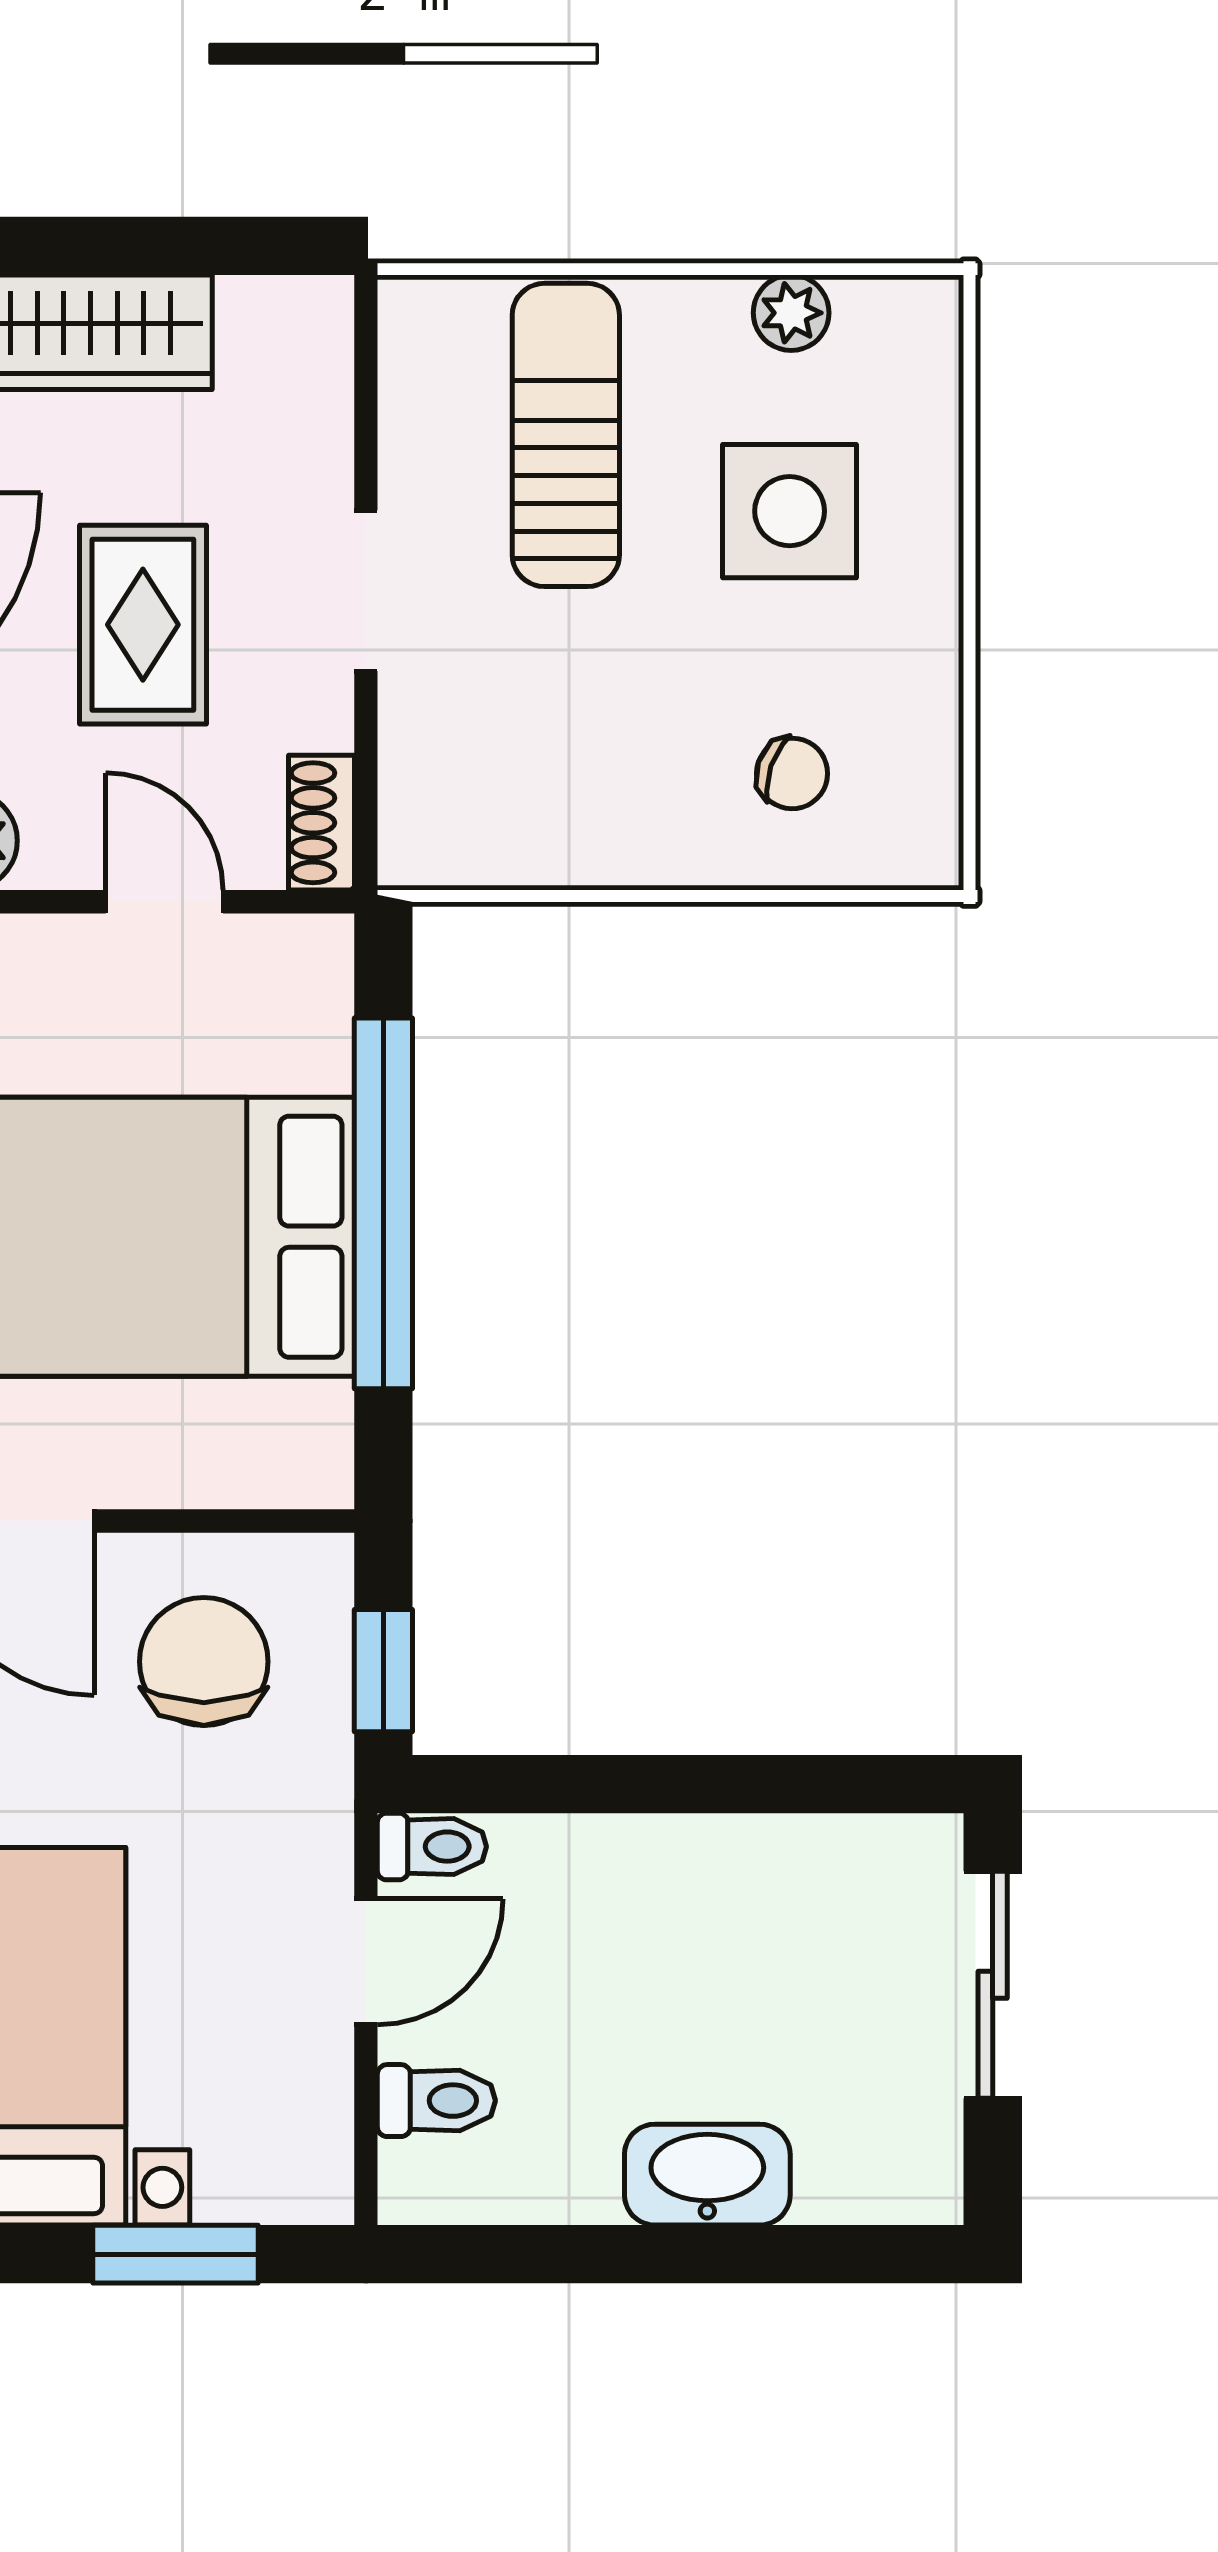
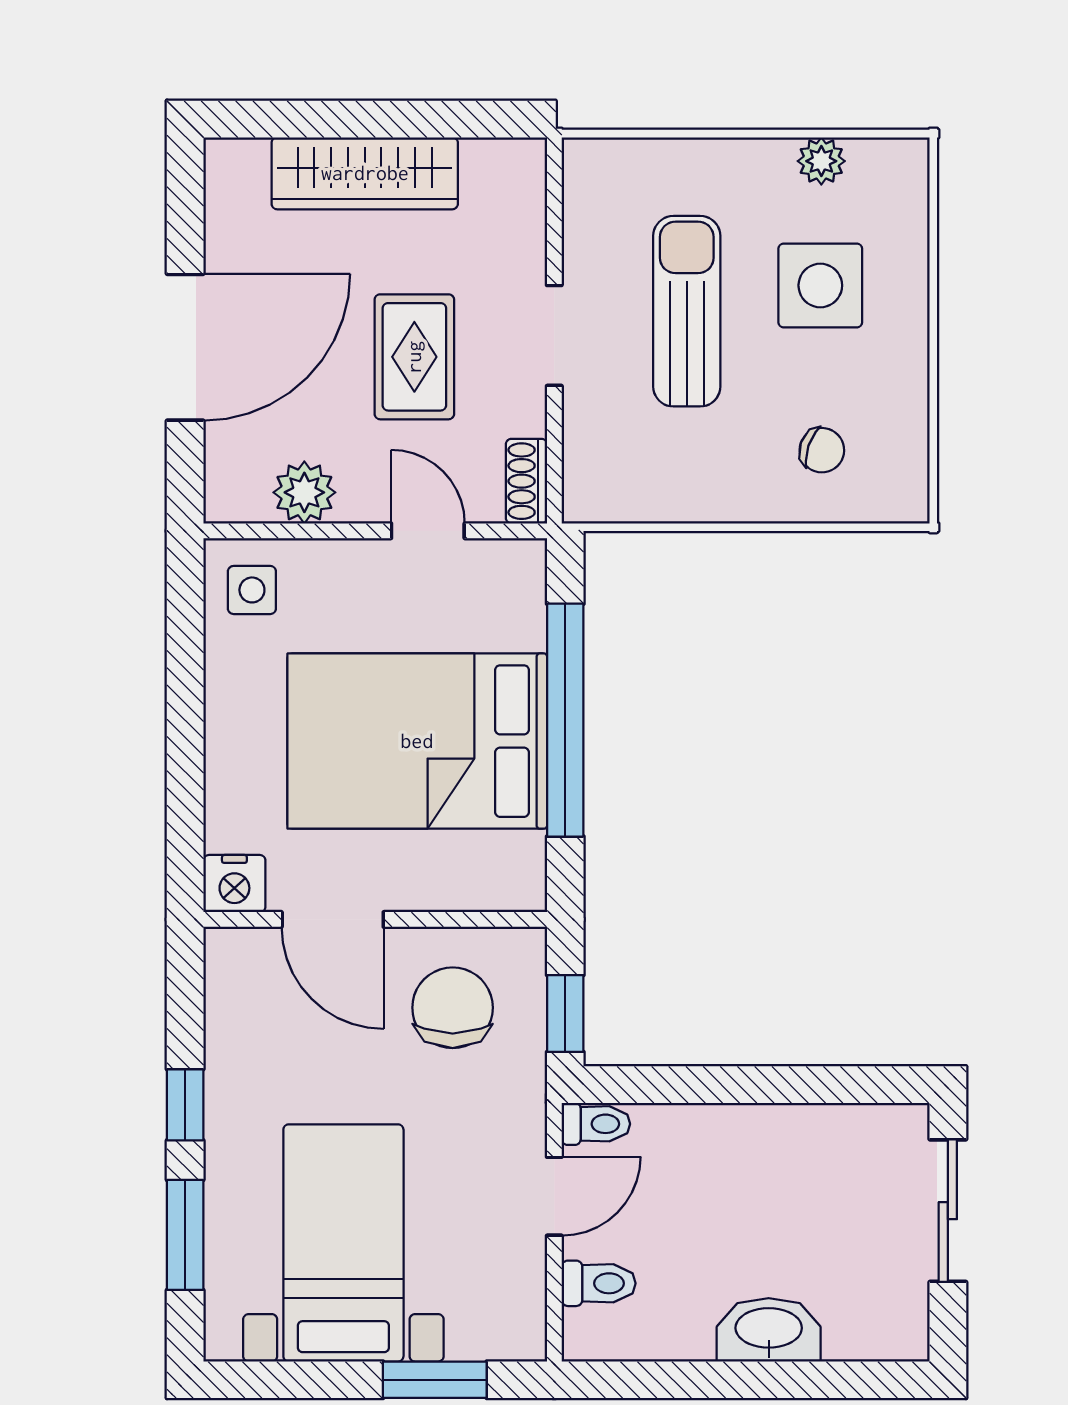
sun lounger: (566, 435) -> (687, 311), moved

